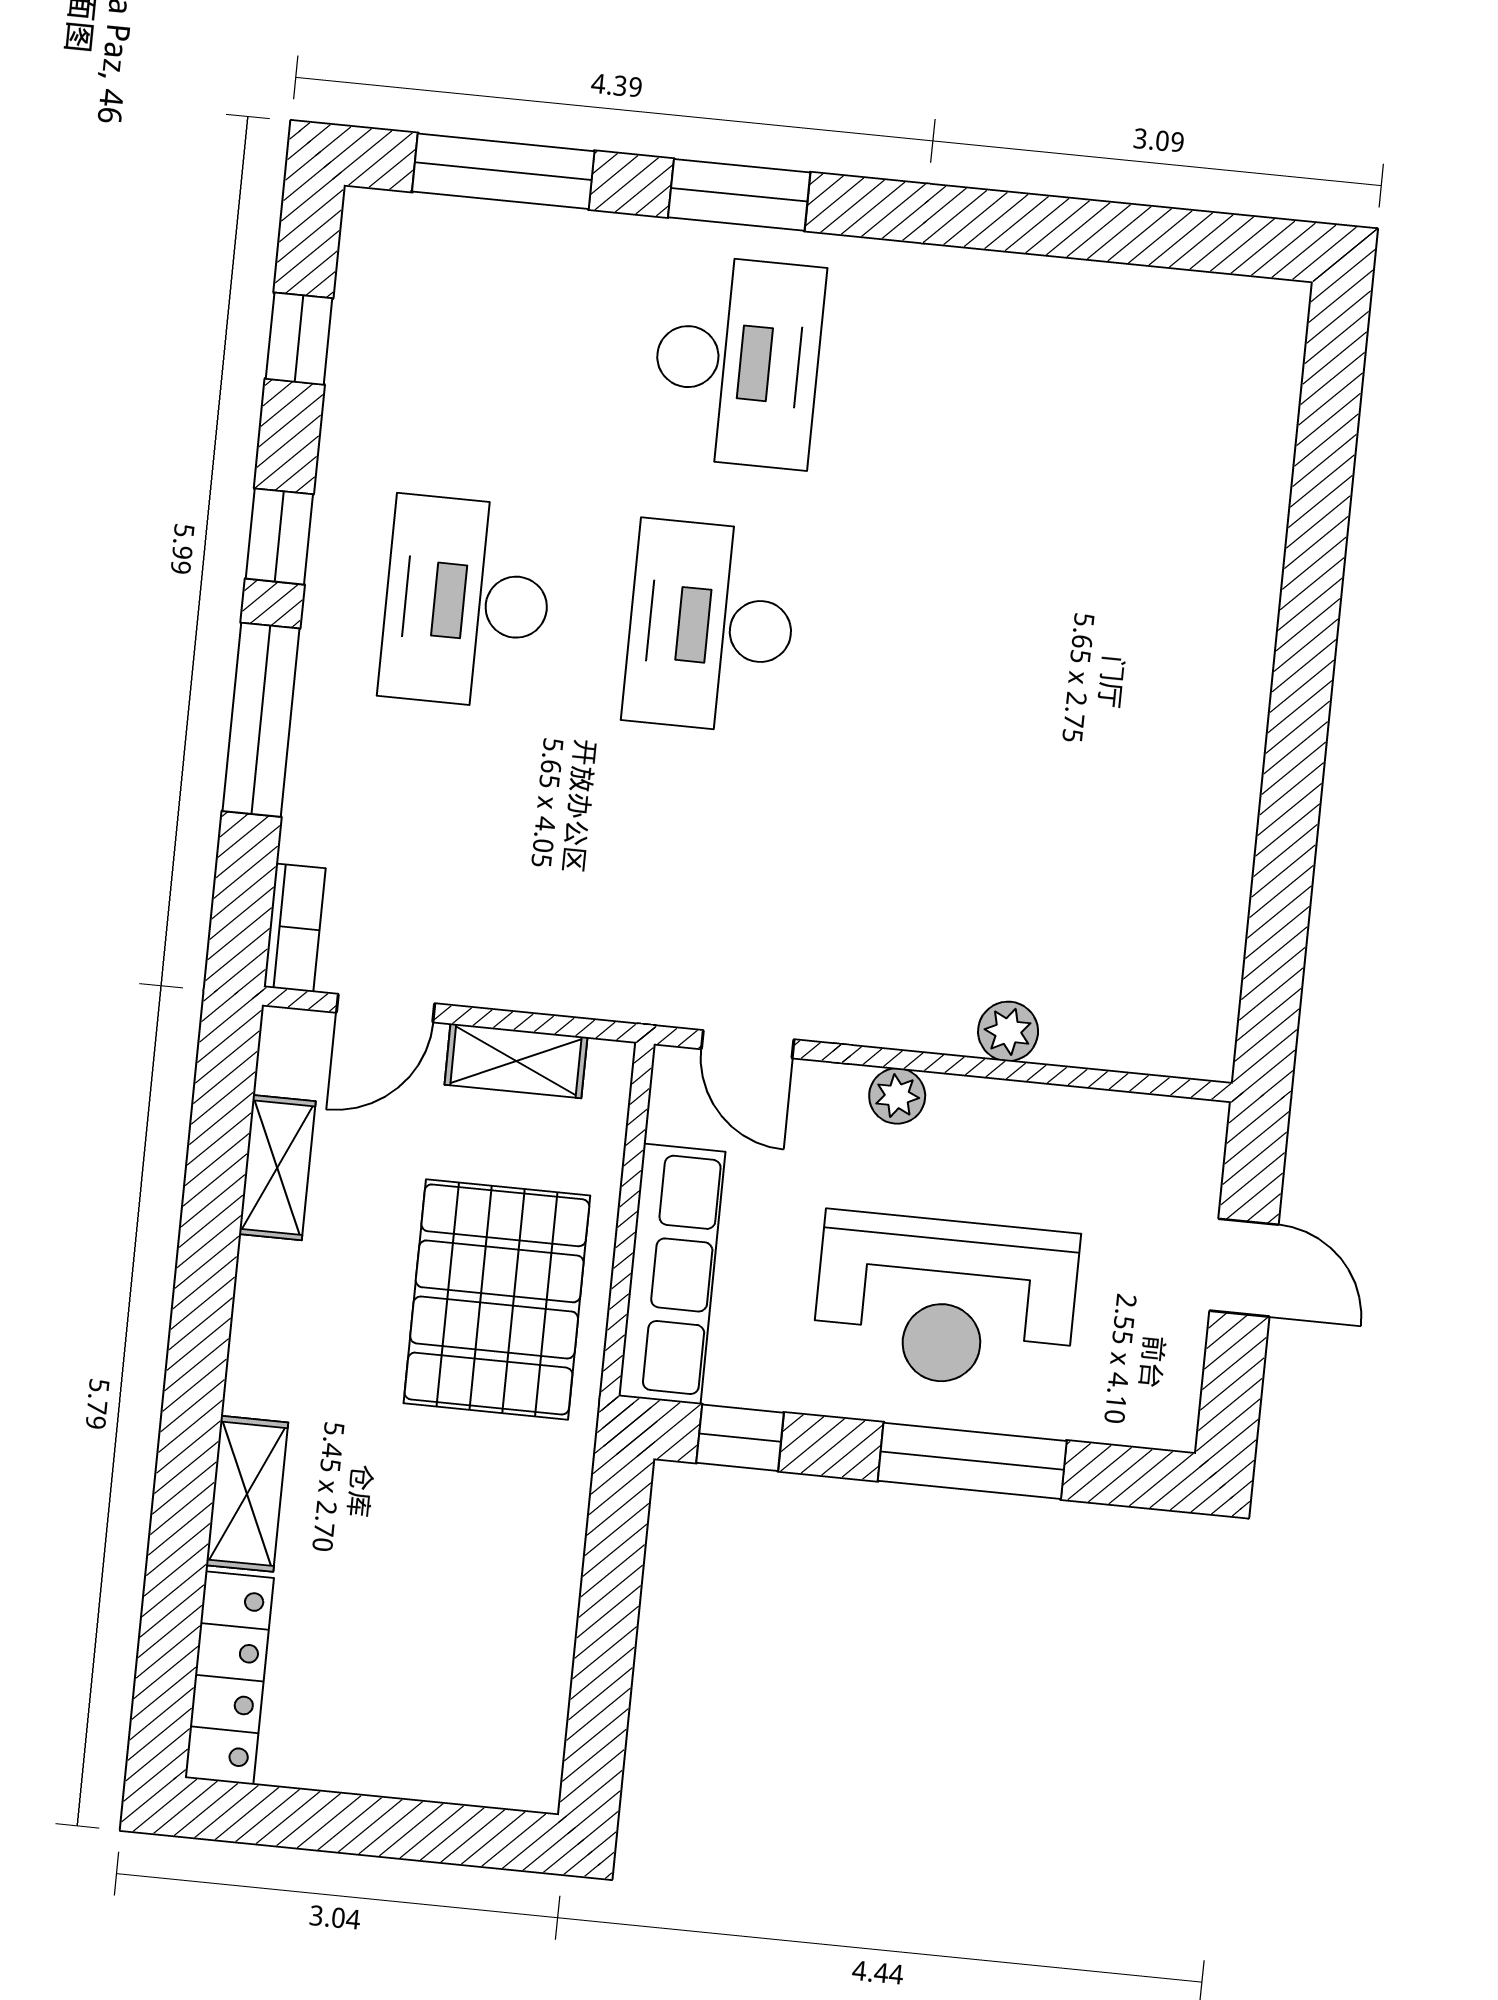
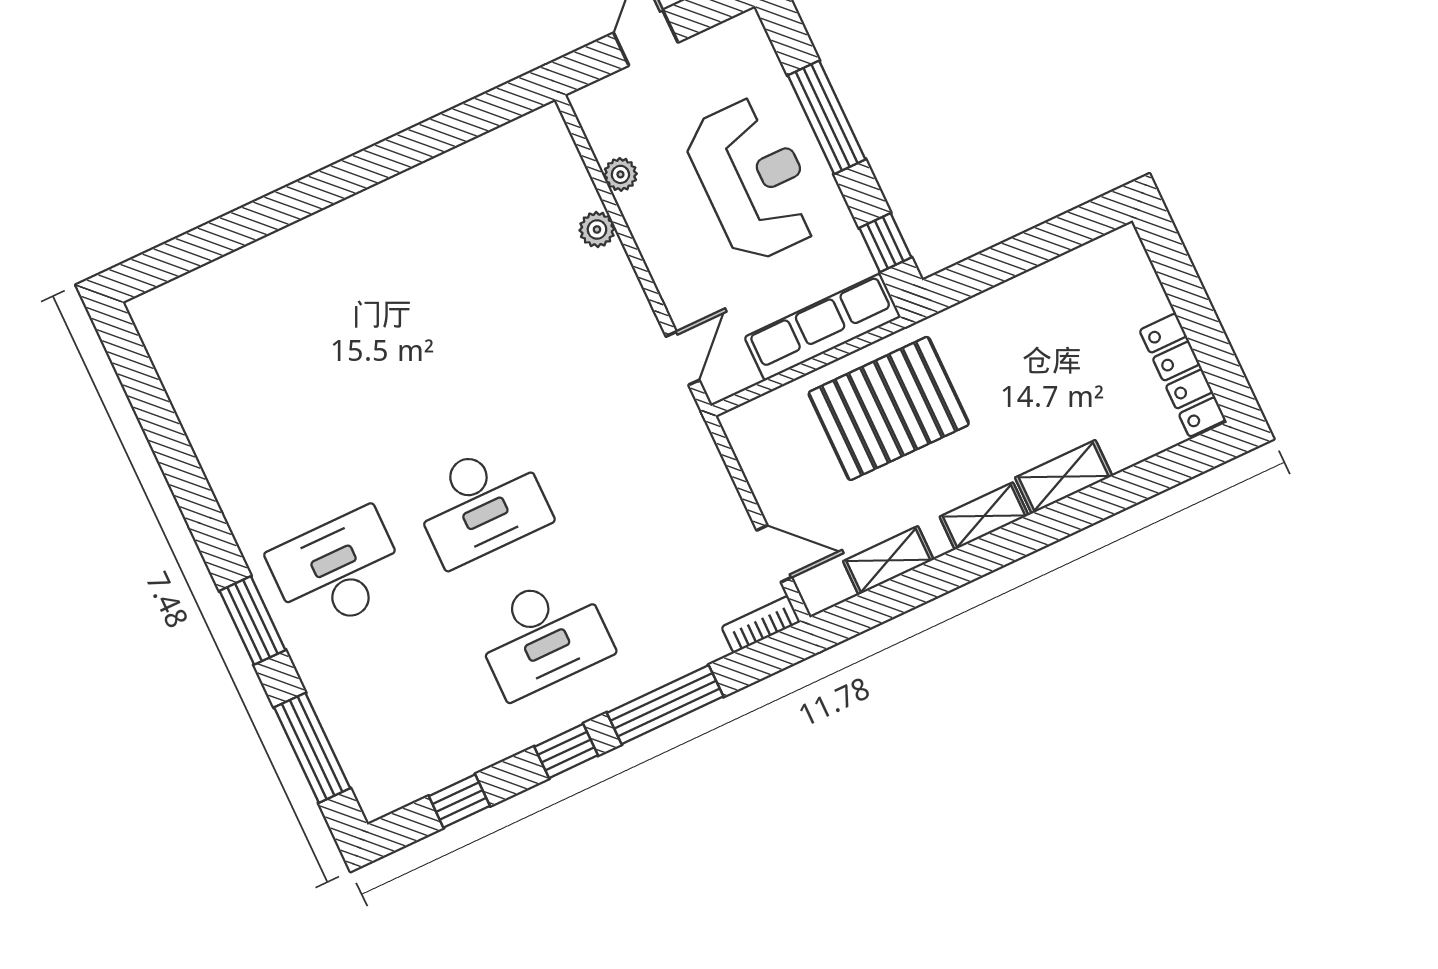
shelving: (516, 1061) -> (984, 516), moved, turned 90
plant: (897, 1096) -> (620, 174), moved
locker: (229, 1678) -> (1183, 375), moved, turned -90

